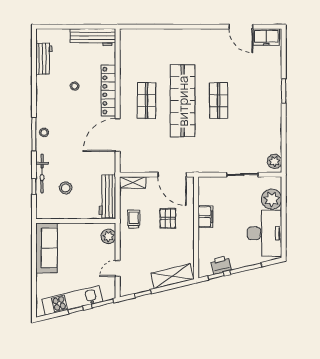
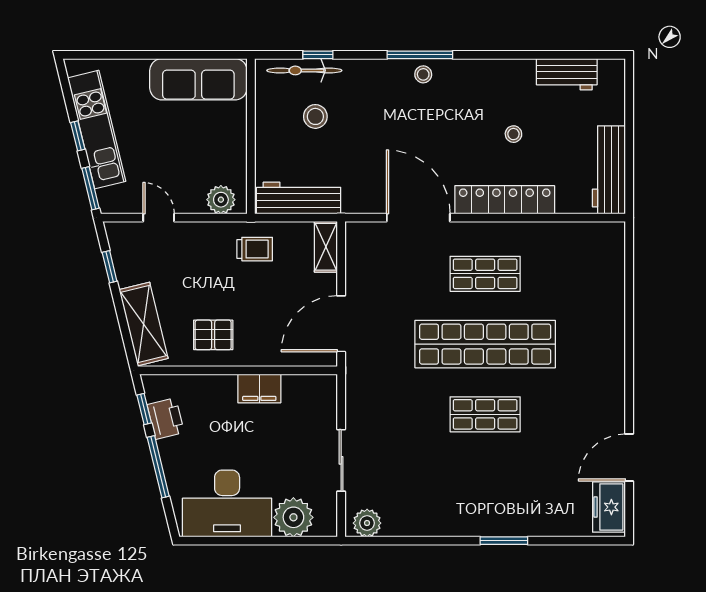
bicycle: (42, 174) -> (304, 70), moved
pallet: (168, 218) -> (213, 335), moved

